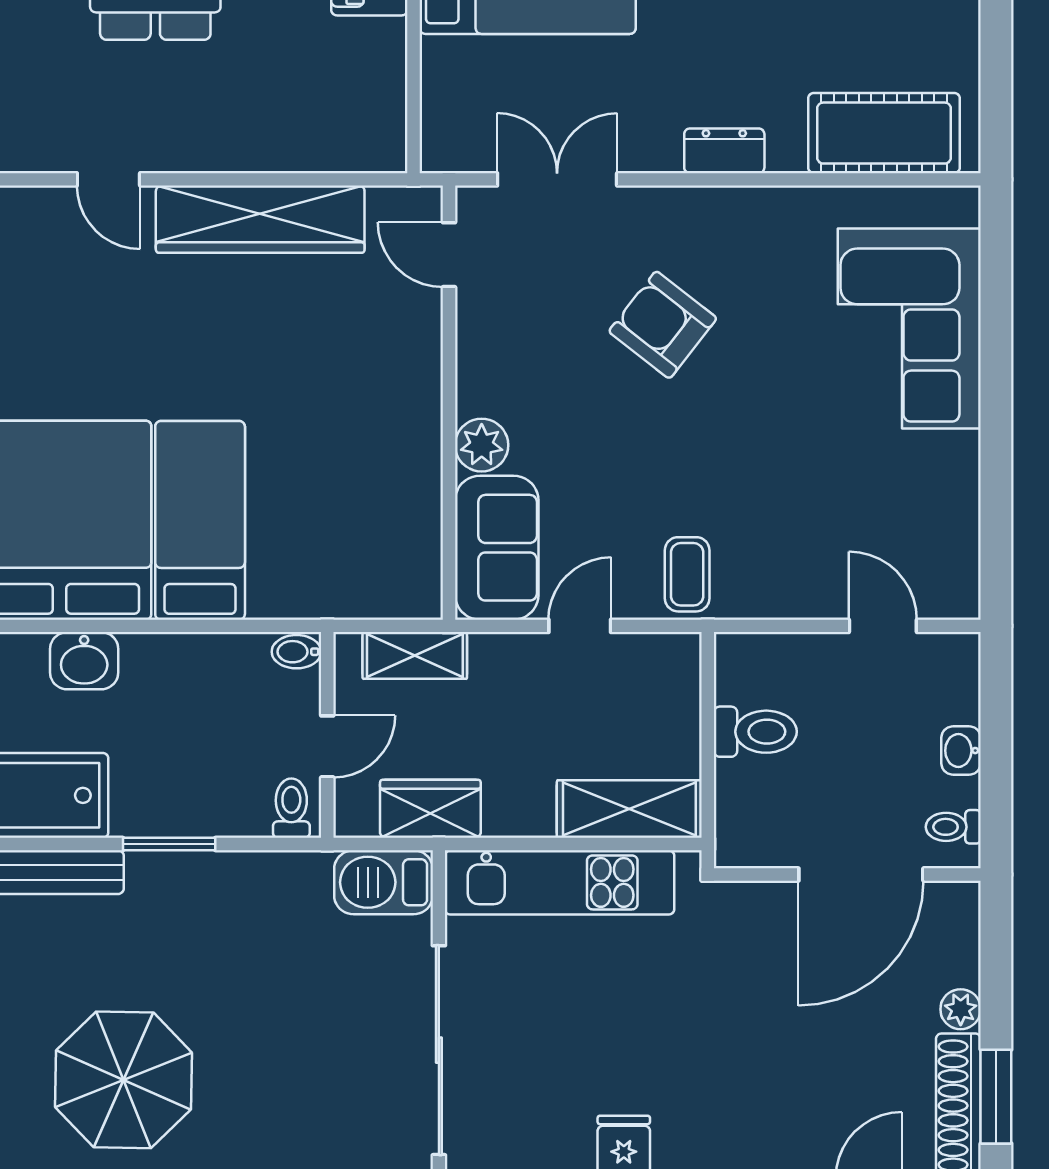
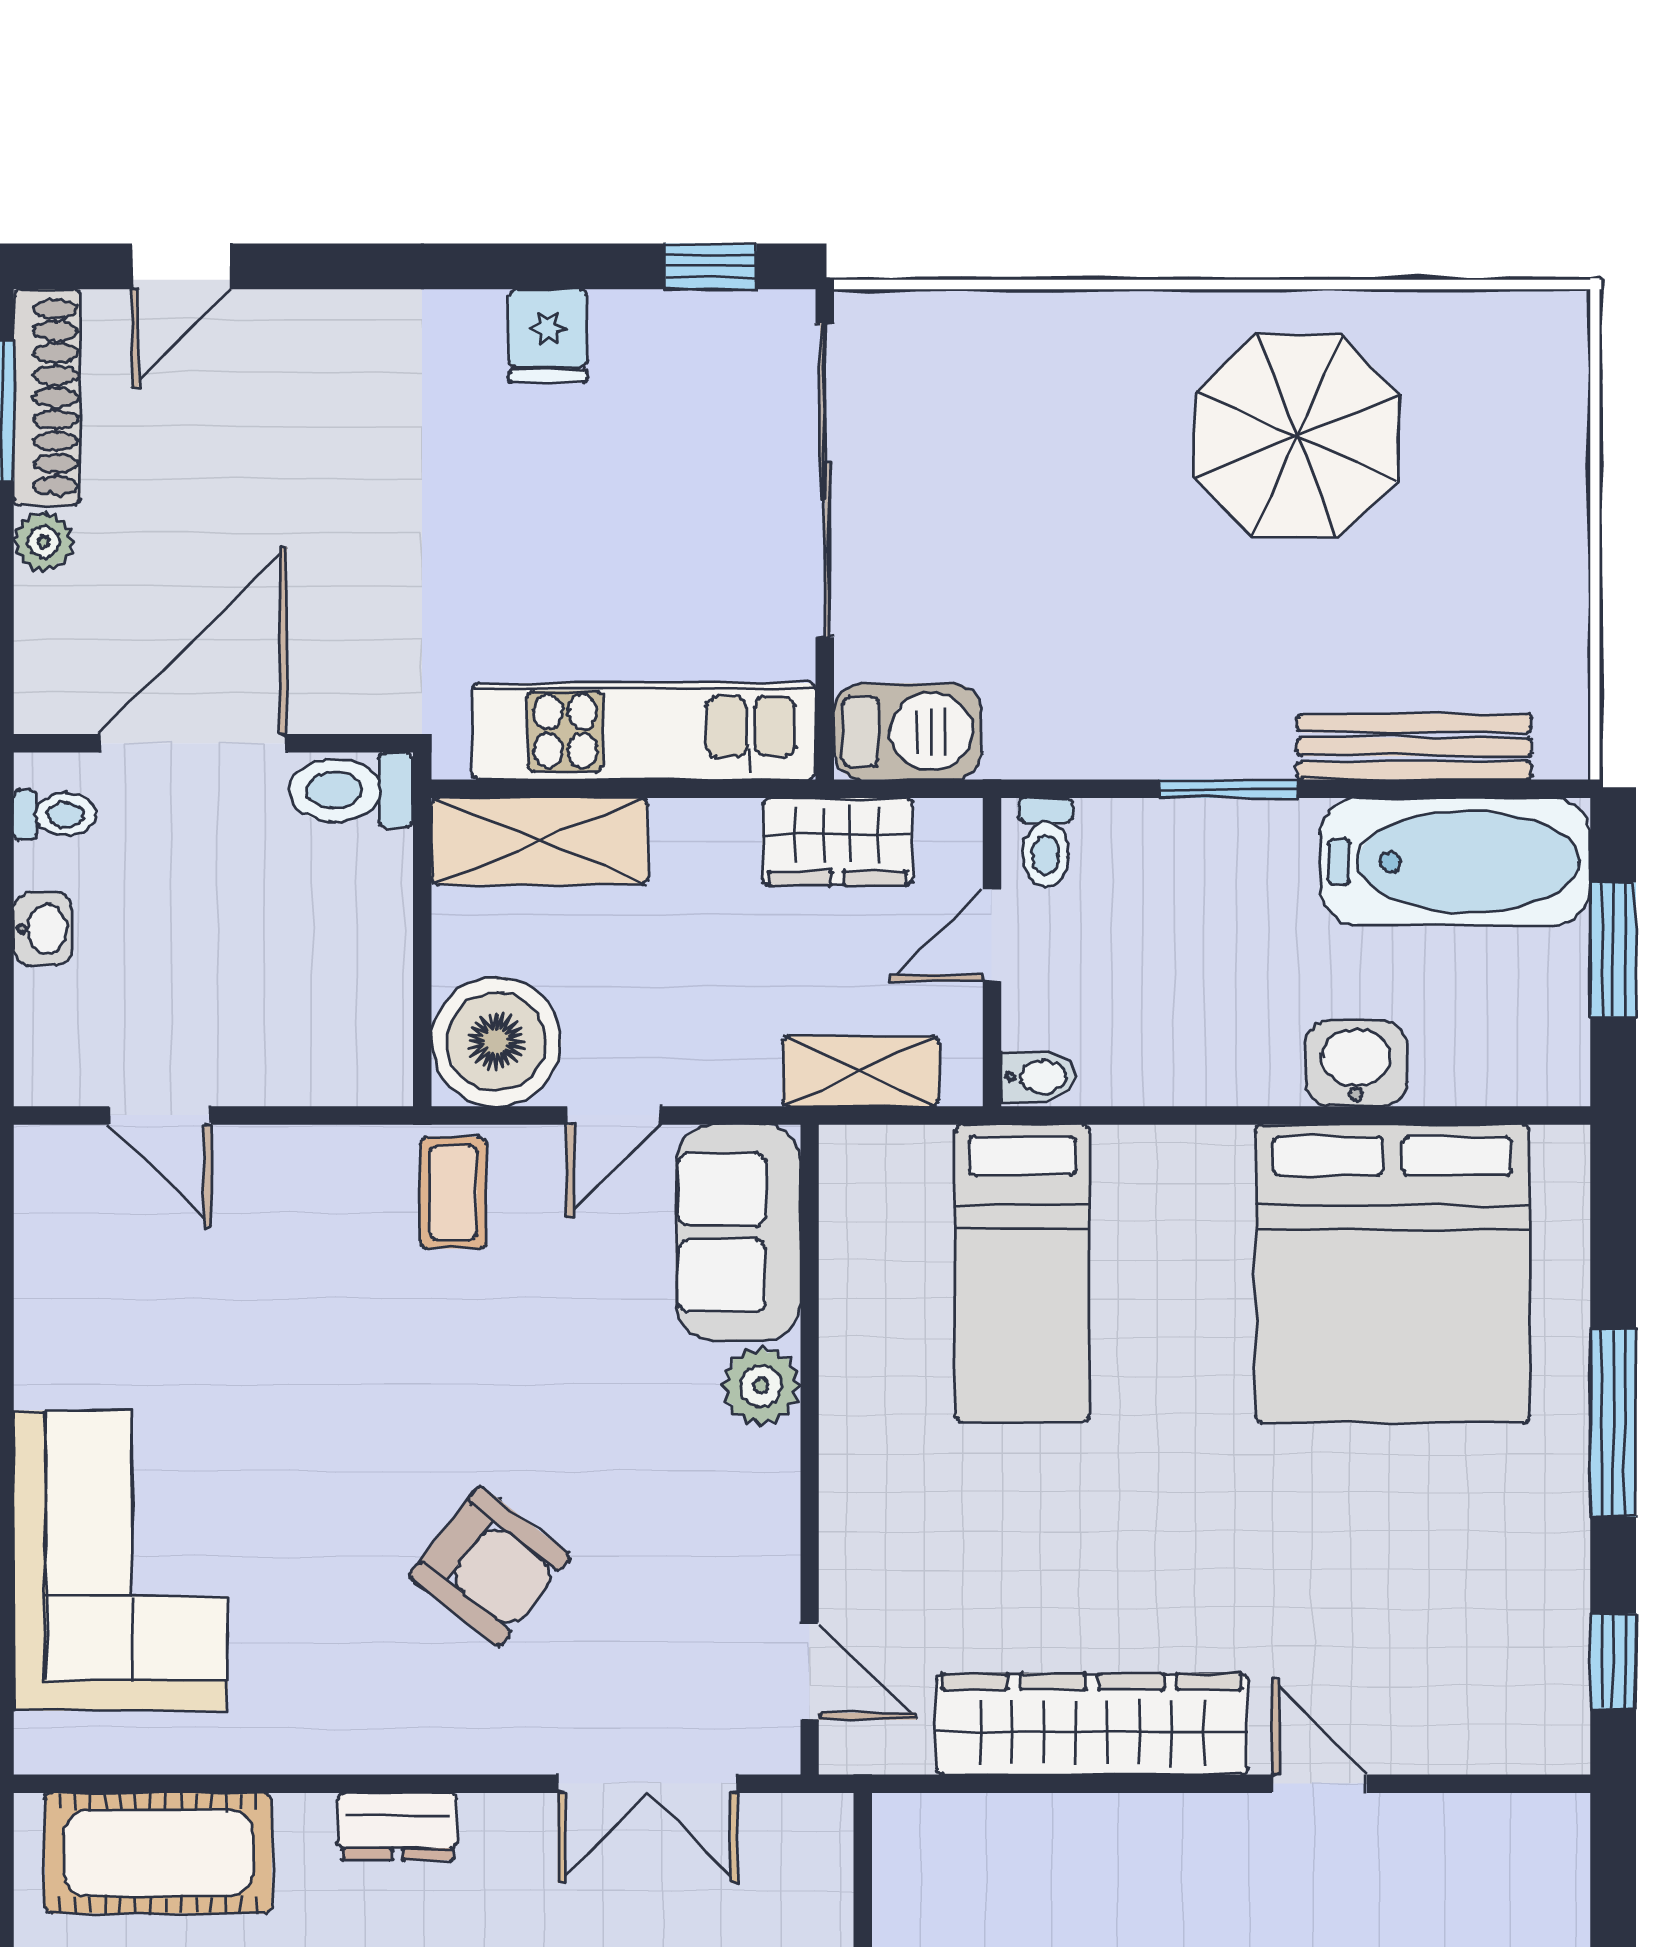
bed: (200, 520) -> (1022, 1273), moved
boiler: (658, 675) -> (496, 1041), added
toilet: (755, 732) -> (351, 790), moved

